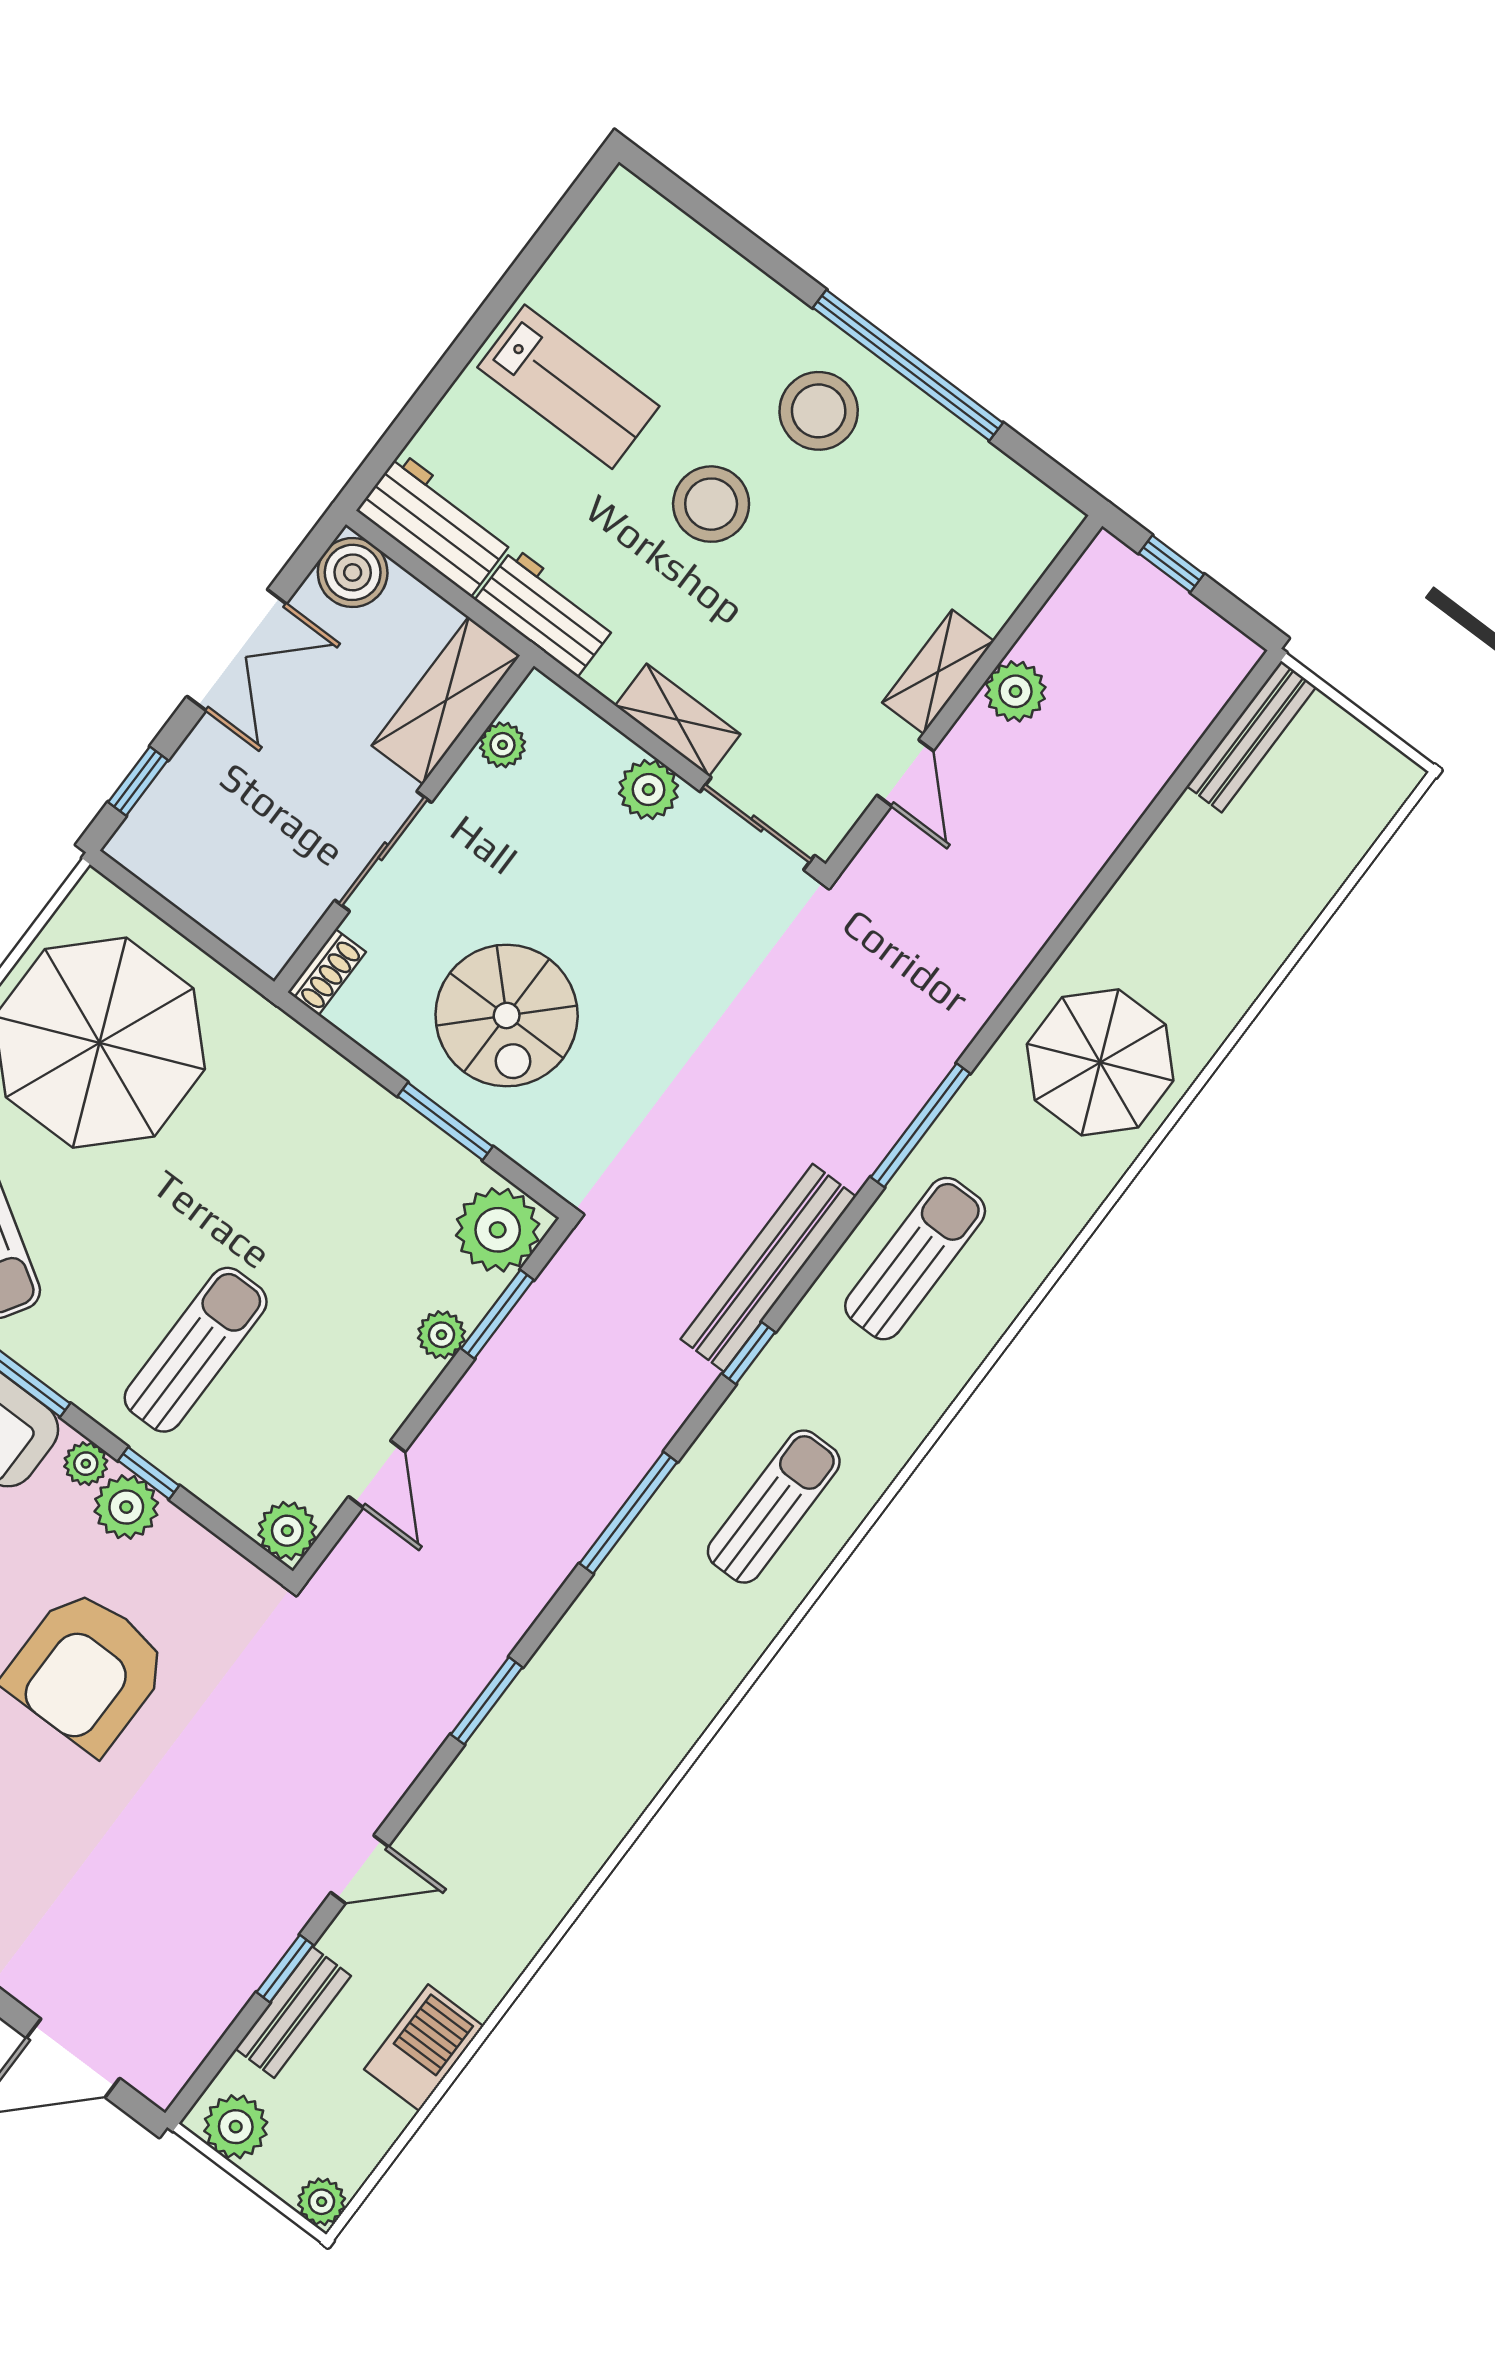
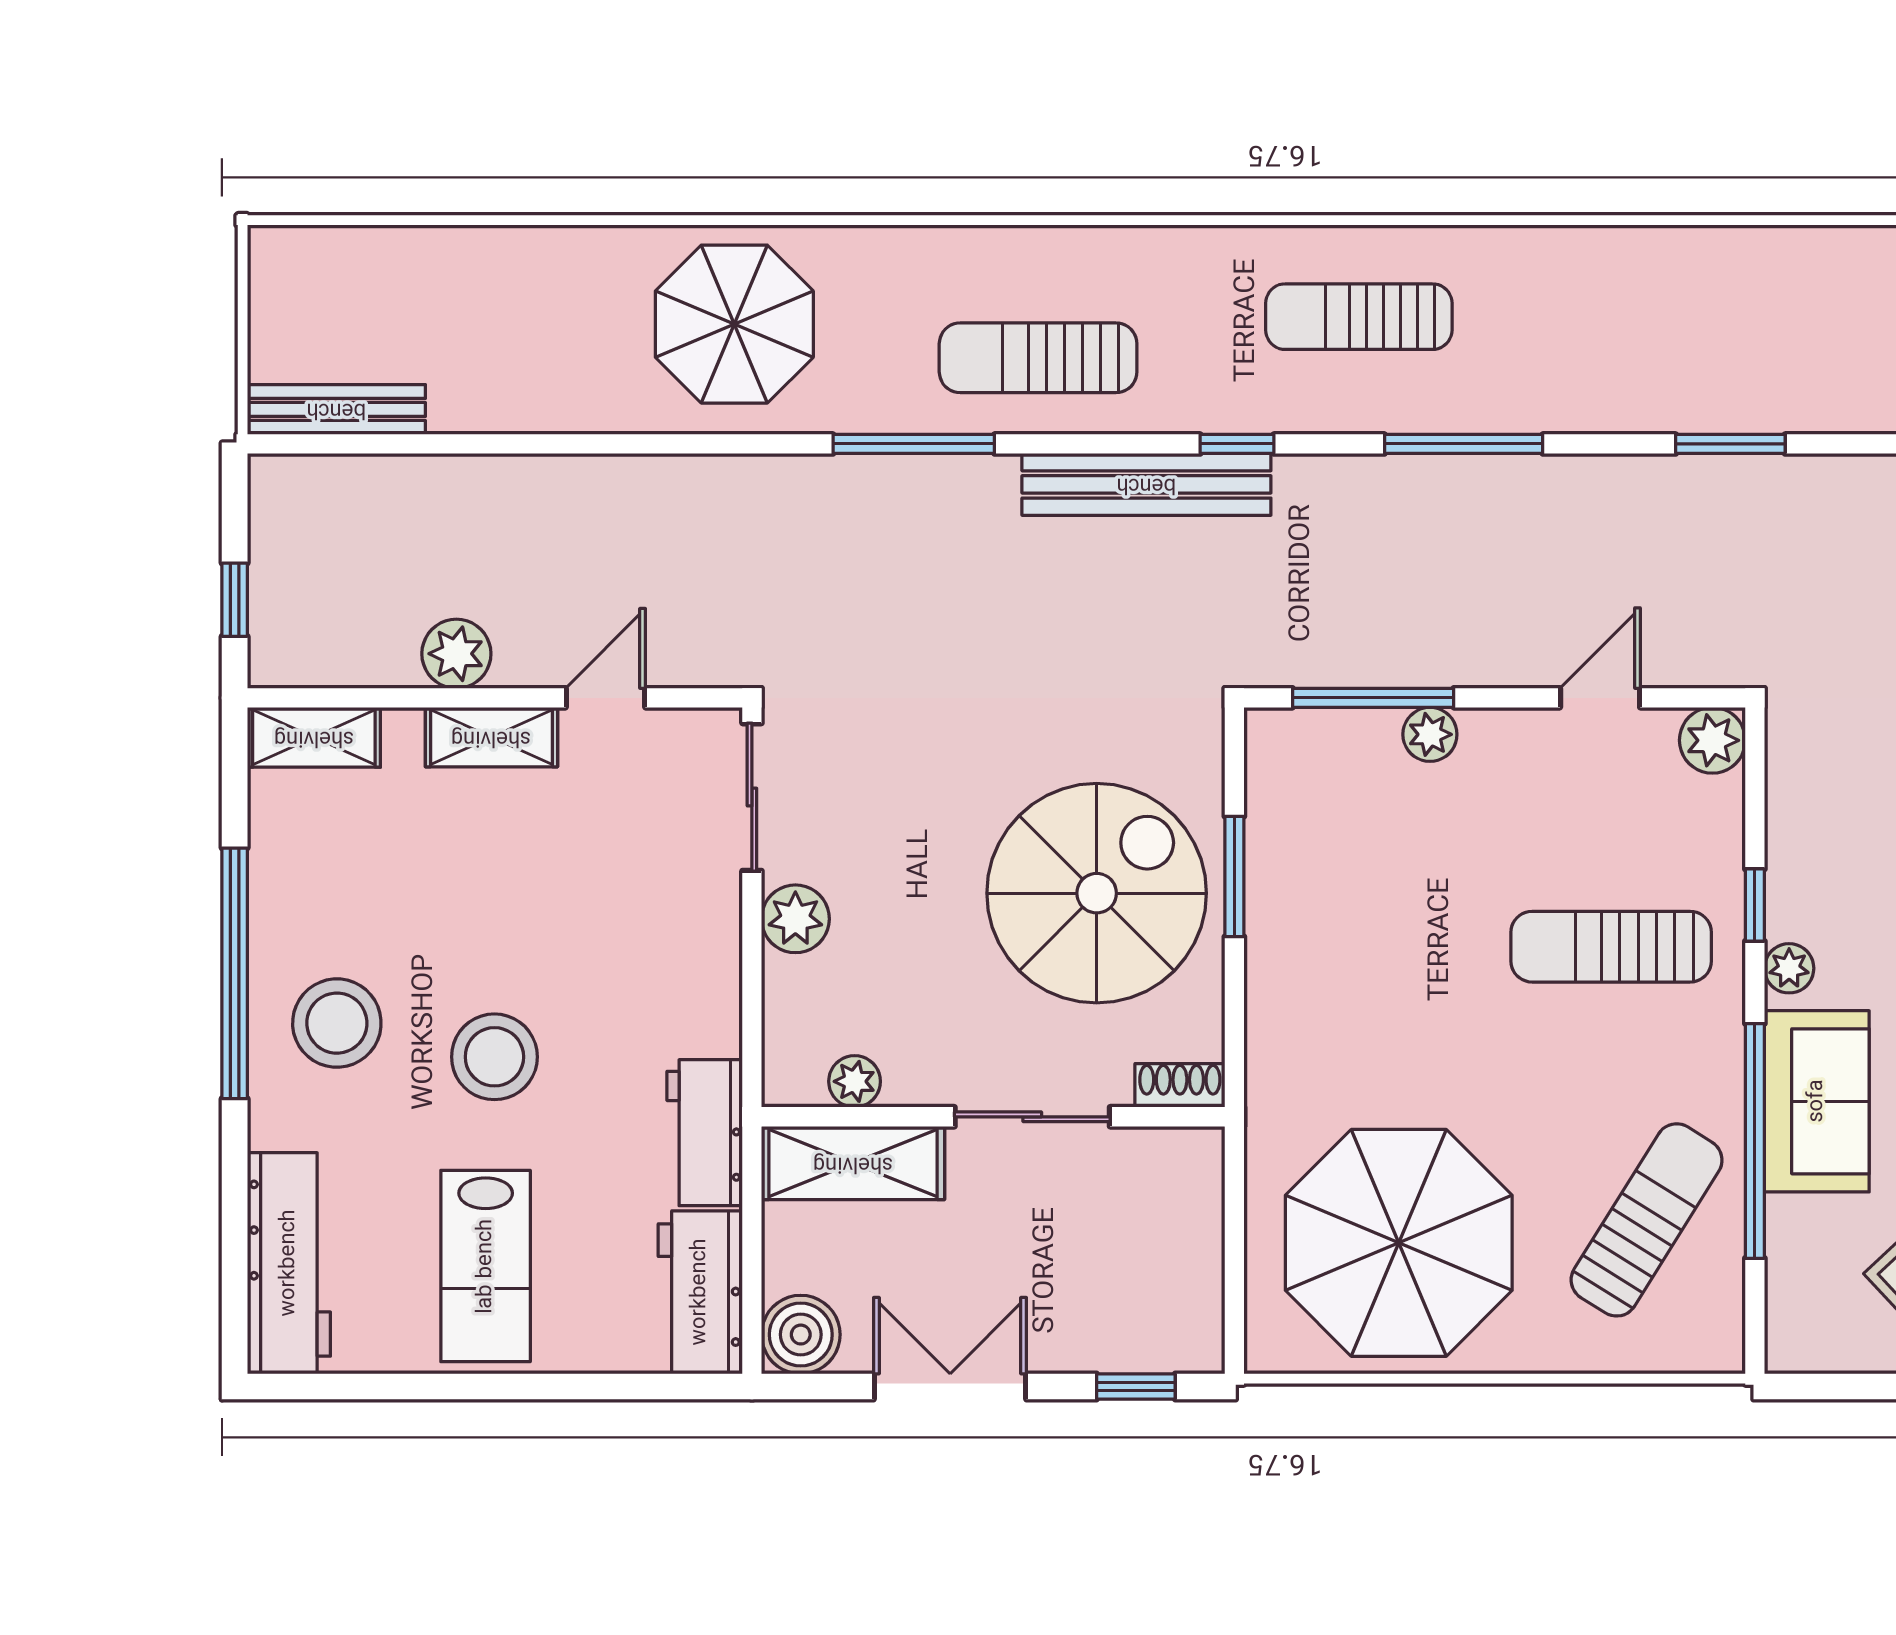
workbench: (675, 250) -> (289, 1263), added
lab bench: (568, 387) -> (486, 1266), turned 180
shelving: (678, 720) -> (314, 737), moved, turned 90
spiral stairs: (507, 1015) -> (1097, 893), width x1.37, depth x1.37
plant: (498, 1230) -> (1297, 755), removed
window: (497, 1314) -> (1373, 698), width x1.44
plant: (126, 1507) -> (1801, 902), removed

